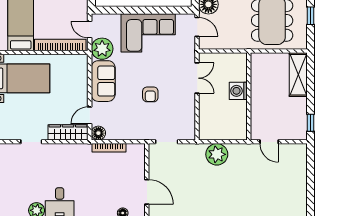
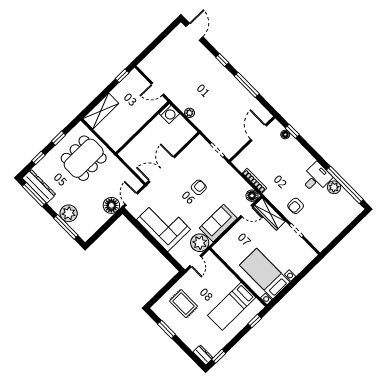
bookcase: (60, 45) -> (222, 270), removed
double door: (197, 78) -> (162, 169), width x1.37
washing machine: (238, 91) -> (169, 114), moved
door: (269, 142) -> (158, 89), swing flipped
plant: (217, 154) -> (190, 113), width x0.53, depth x0.53
armchair: (53, 162) -> (296, 206), added

